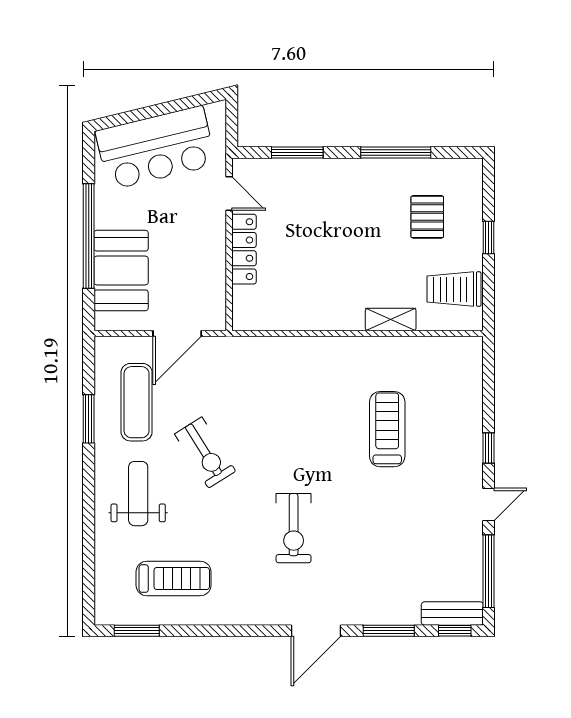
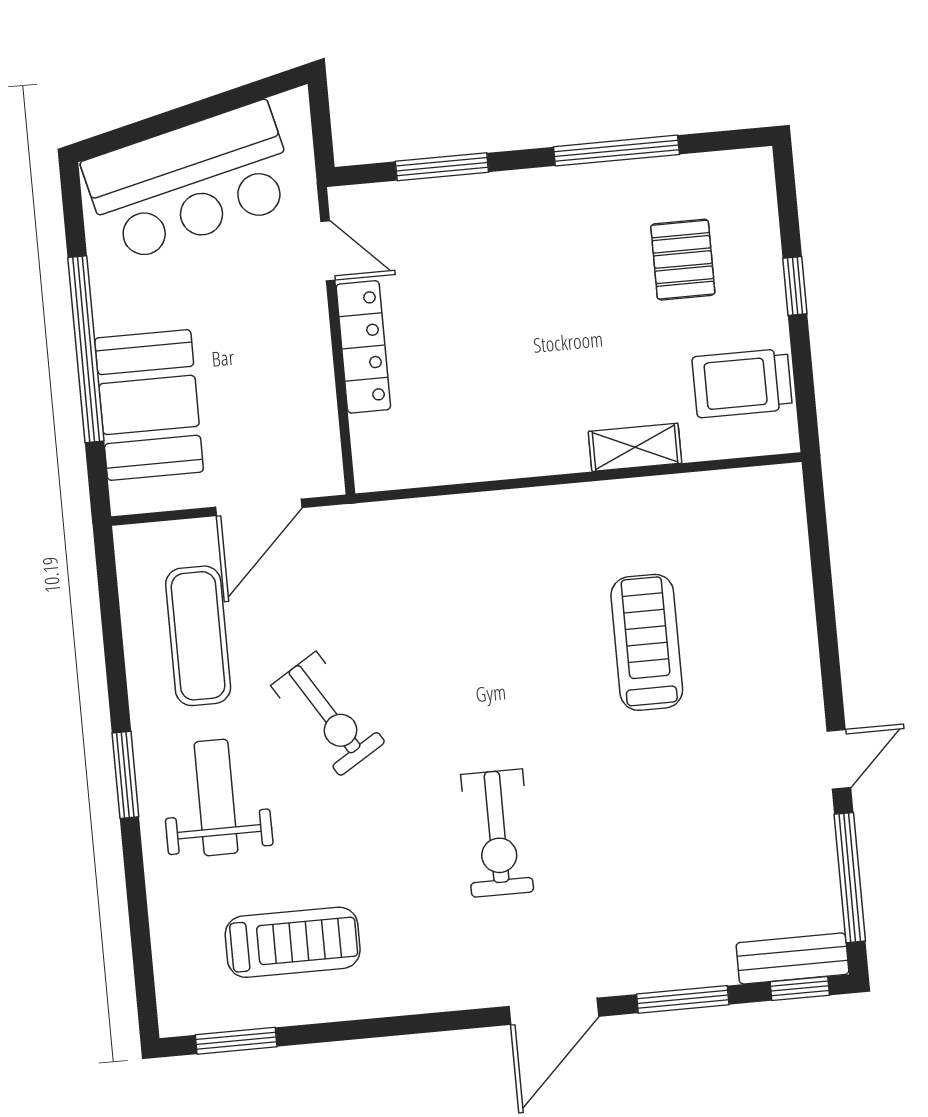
window: (89, 419) -> (125, 775), moved
window: (489, 448) -> (829, 659), removed

